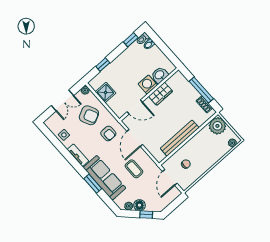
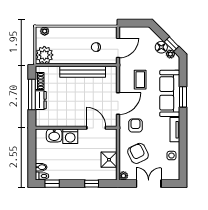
dresser: (192, 92) -> (41, 100), added
wardrobe: (161, 94) -> (67, 120), removed
window: (146, 215) -> (172, 44), moved

